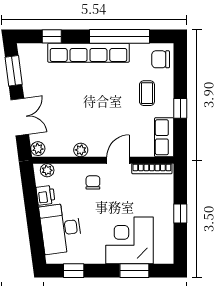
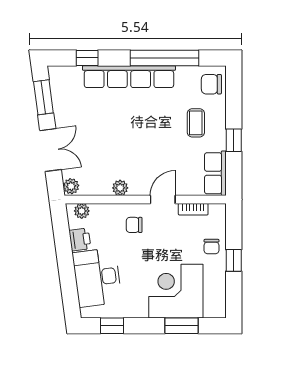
bookcase: (152, 169) -> (193, 209), width x0.64
chair: (93, 182) -> (134, 225), turned -90
chair: (161, 201) -> (212, 247), added

